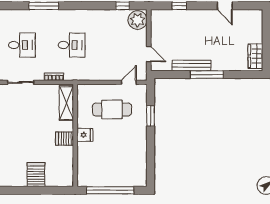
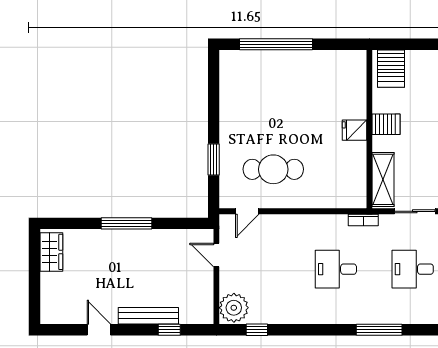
bench: (191, 66) -> (148, 316), moved
shelving: (66, 103) -> (383, 179), moved
wall: (75, 135) -> (369, 129), moved
fridge: (85, 135) -> (354, 130), moved
server rack: (64, 139) -> (386, 124), moved

